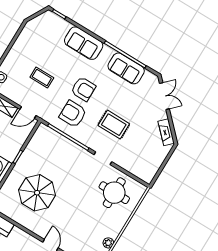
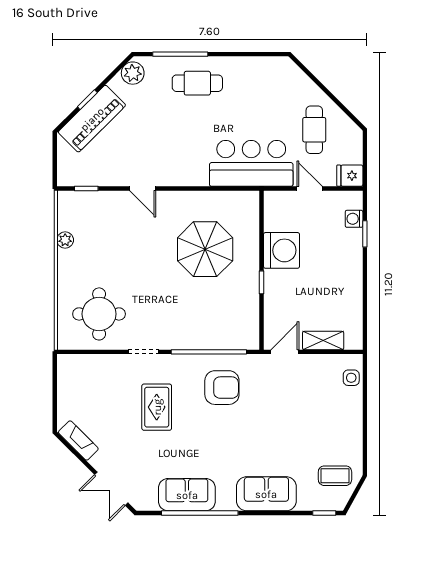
coffee table: (42, 78) -> (335, 476), moved
armchair: (83, 89) -> (228, 431), removed
rug: (114, 125) -> (157, 407), turned 90

